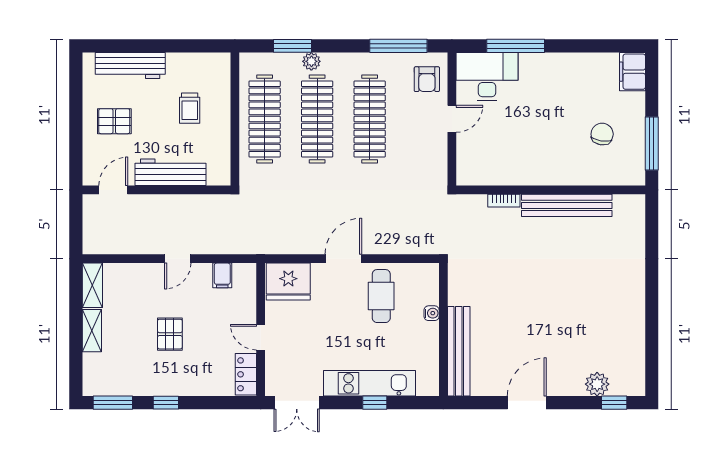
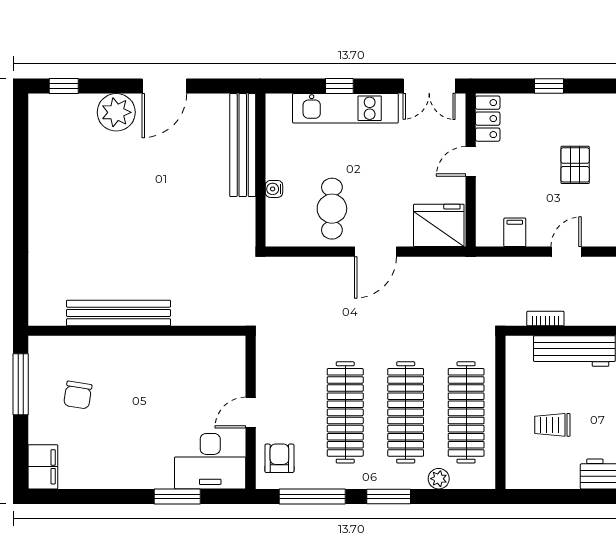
window: (292, 46) -> (389, 496), moved
window: (516, 46) -> (177, 496), width x0.69
plant: (311, 61) -> (439, 479), moved
trolley: (190, 108) -> (552, 425), turned -90
bookcase: (504, 201) -> (545, 318), moved
door: (261, 337) -> (471, 161), swing flipped
plant: (597, 384) -> (116, 112), moved, width x1.36, depth x1.36
window: (166, 403) -> (549, 86), moved
double door: (297, 403) -> (429, 86), swing flipped

